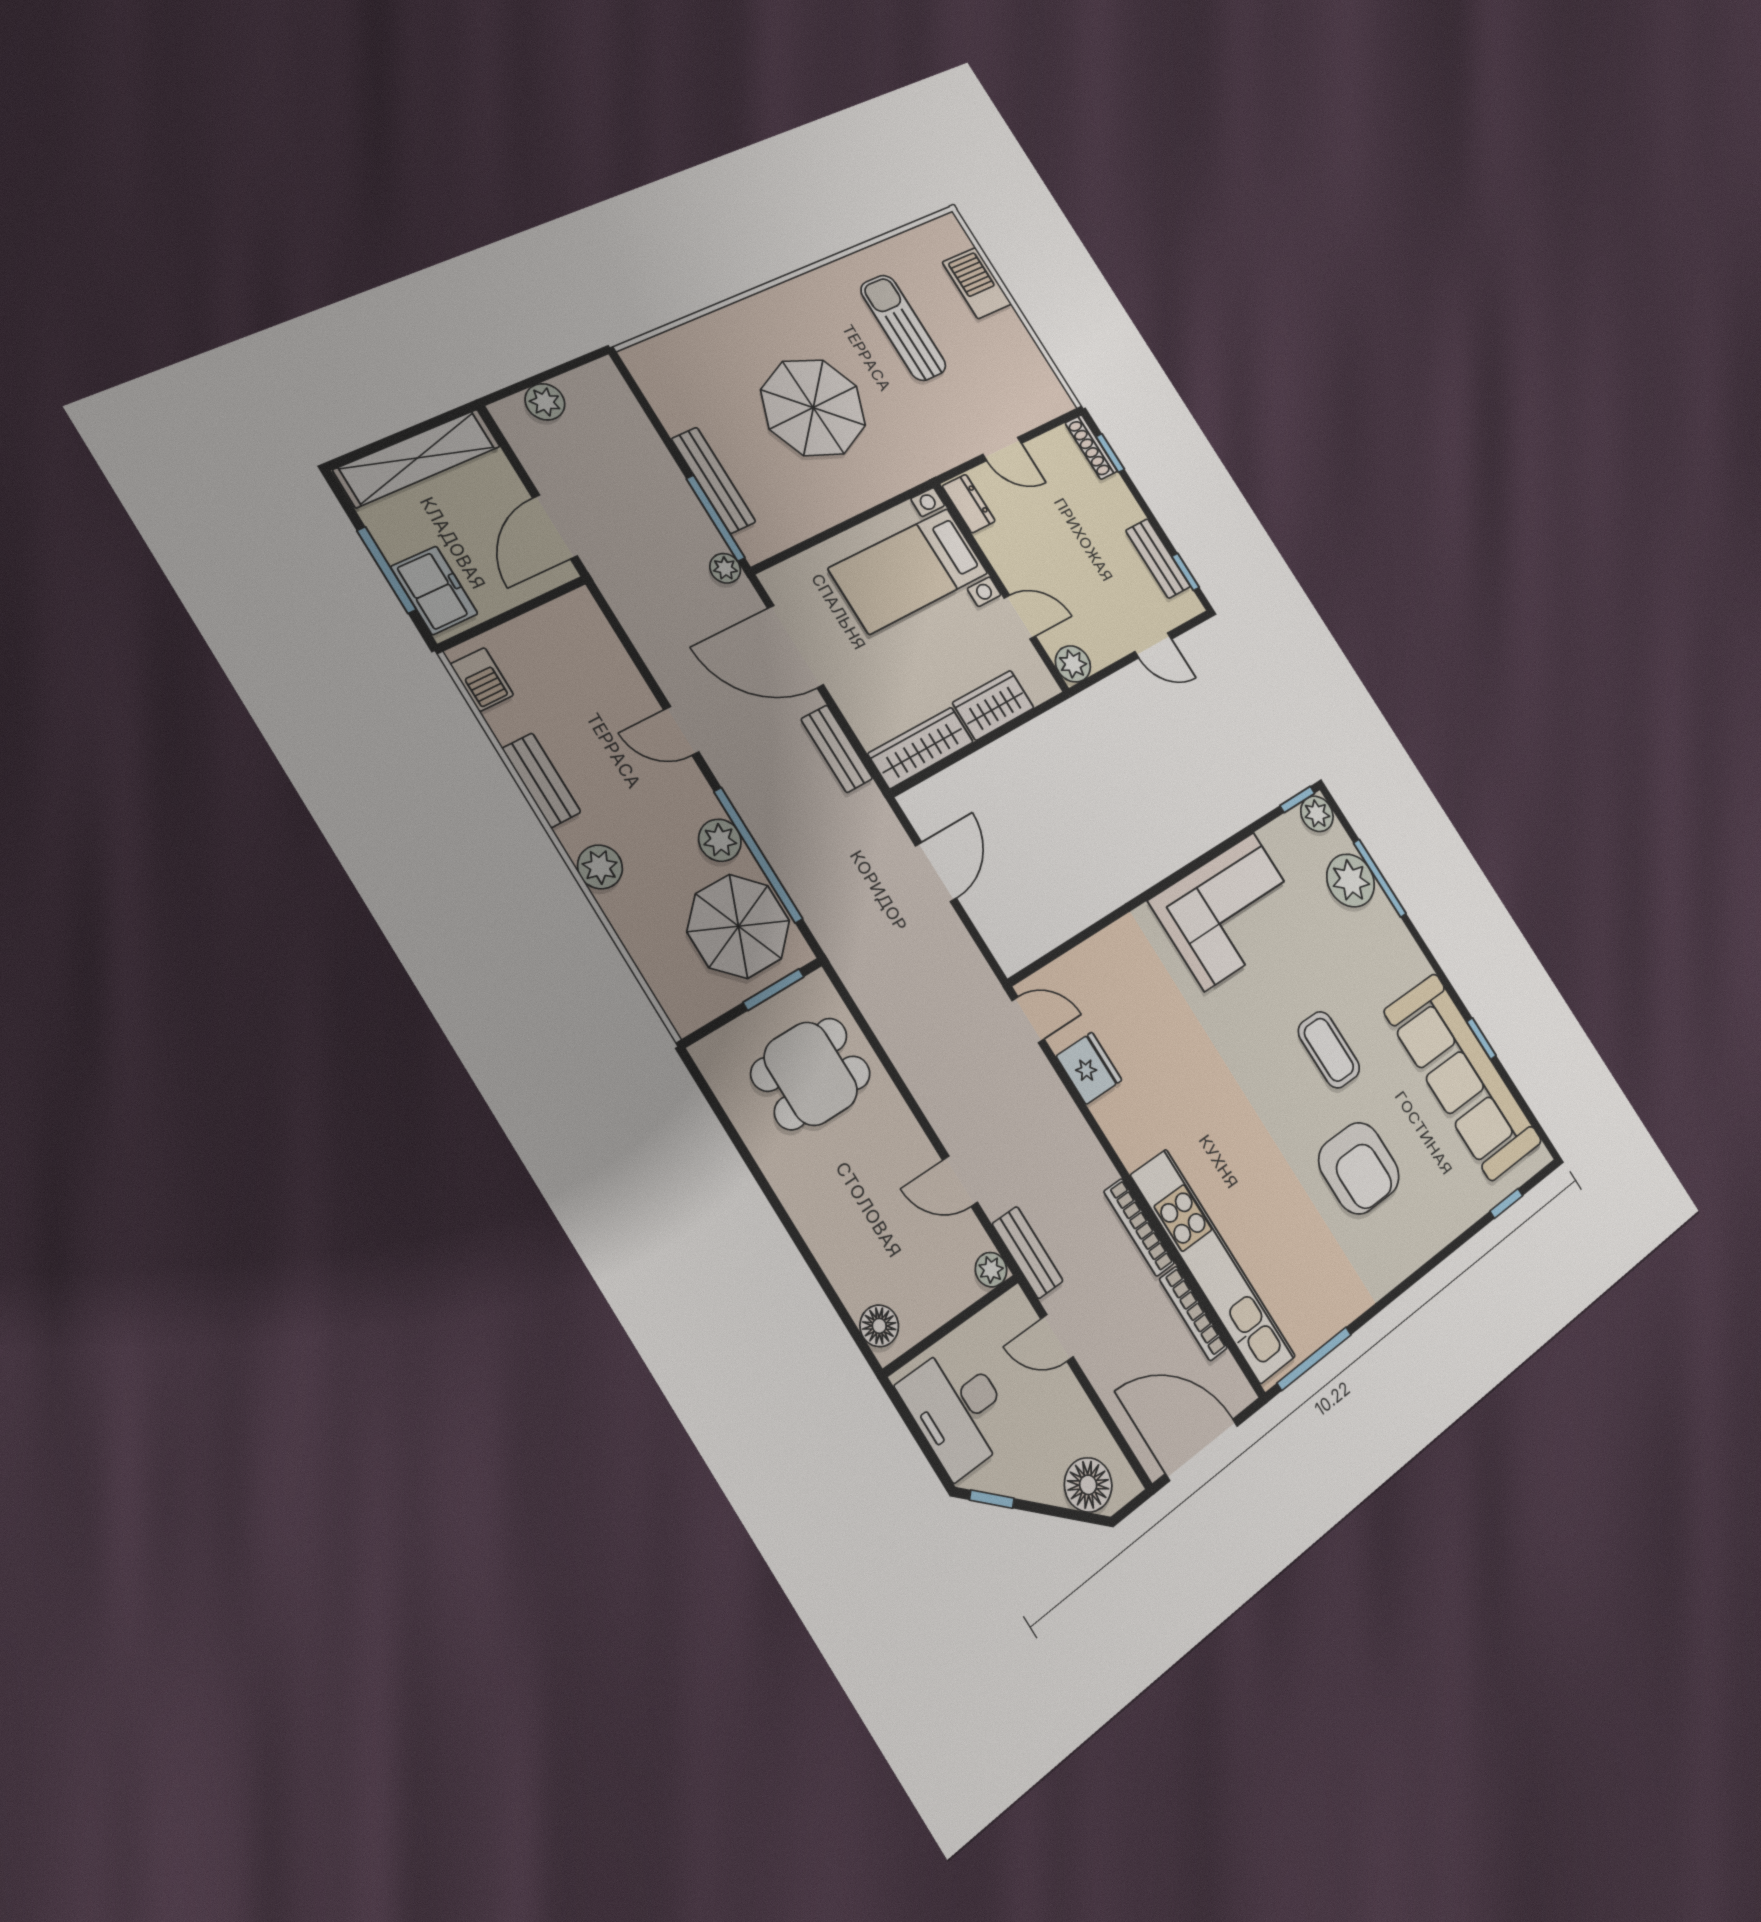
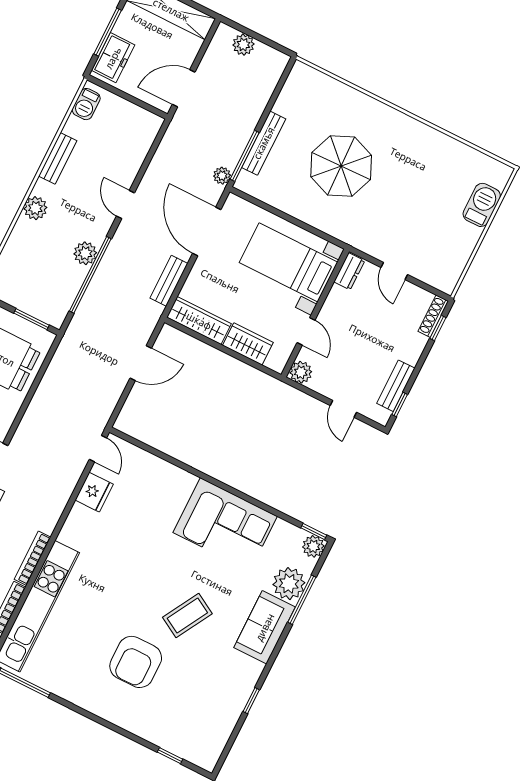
sun lounger: (903, 328) -> (423, 183), removed
parasol: (739, 926) -> (50, 286), removed
coffee table: (1329, 1050) -> (187, 615), turned 30
sofa: (1463, 1077) -> (265, 627), moved, width x0.54, depth x0.79

